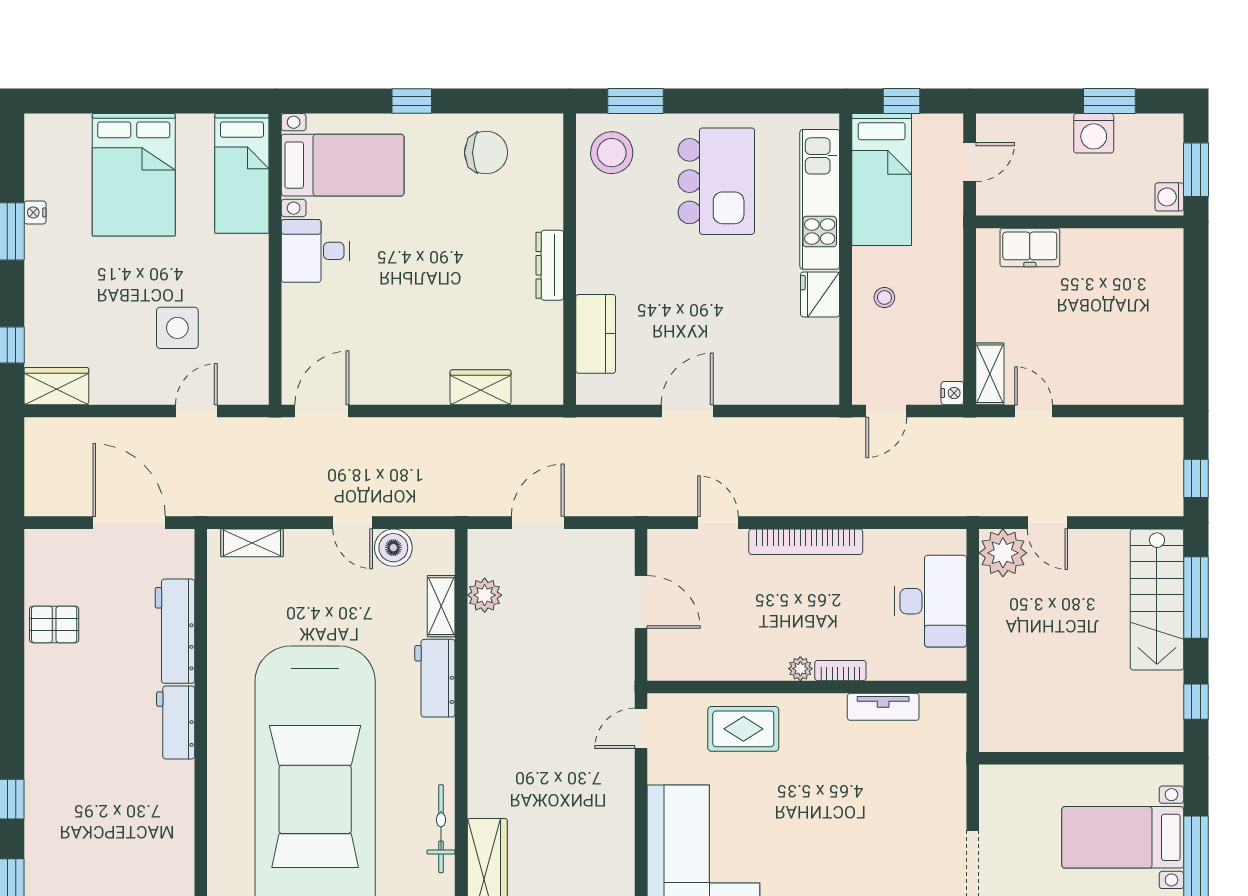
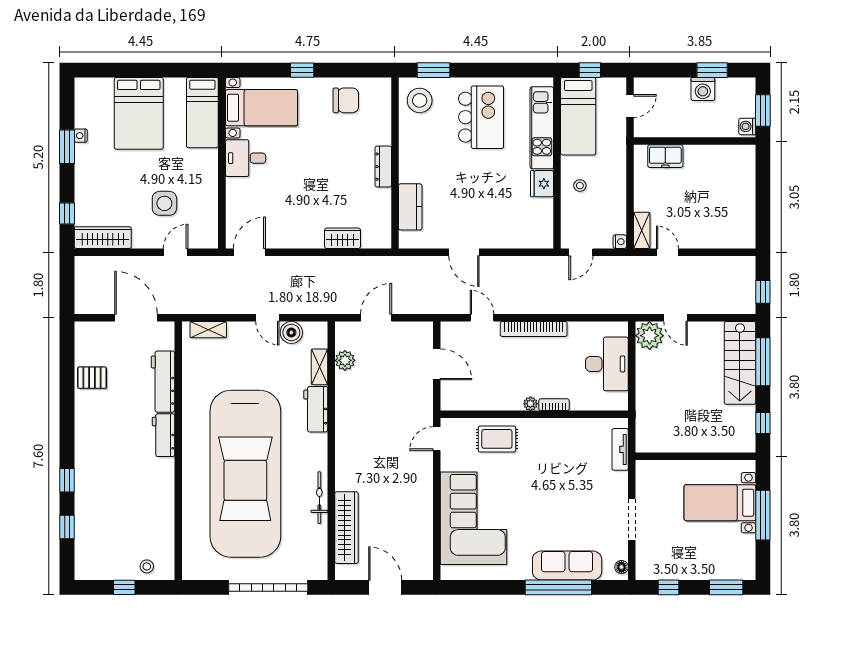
wardrobe: (56, 386) -> (103, 238), width x1.50
door: (687, 411) -> (464, 252), swing flipped
tv unit: (883, 707) -> (620, 449), moved, turned 90

